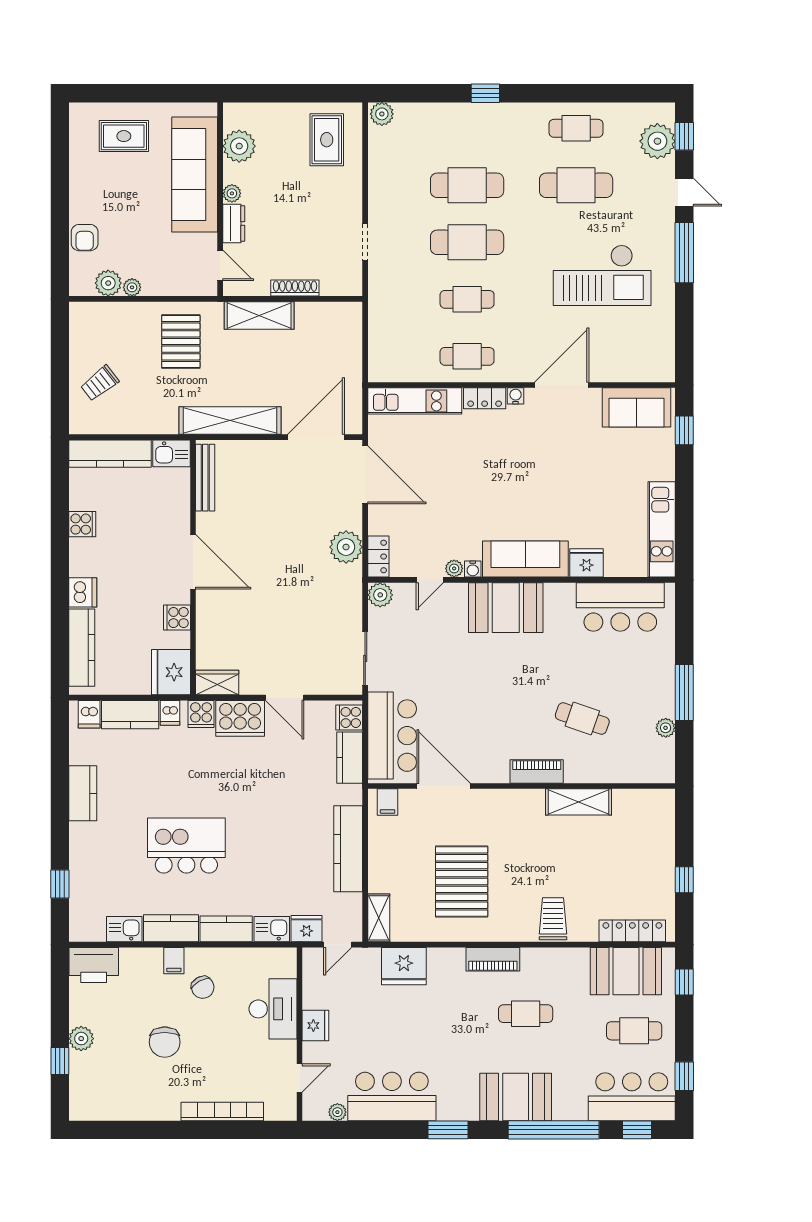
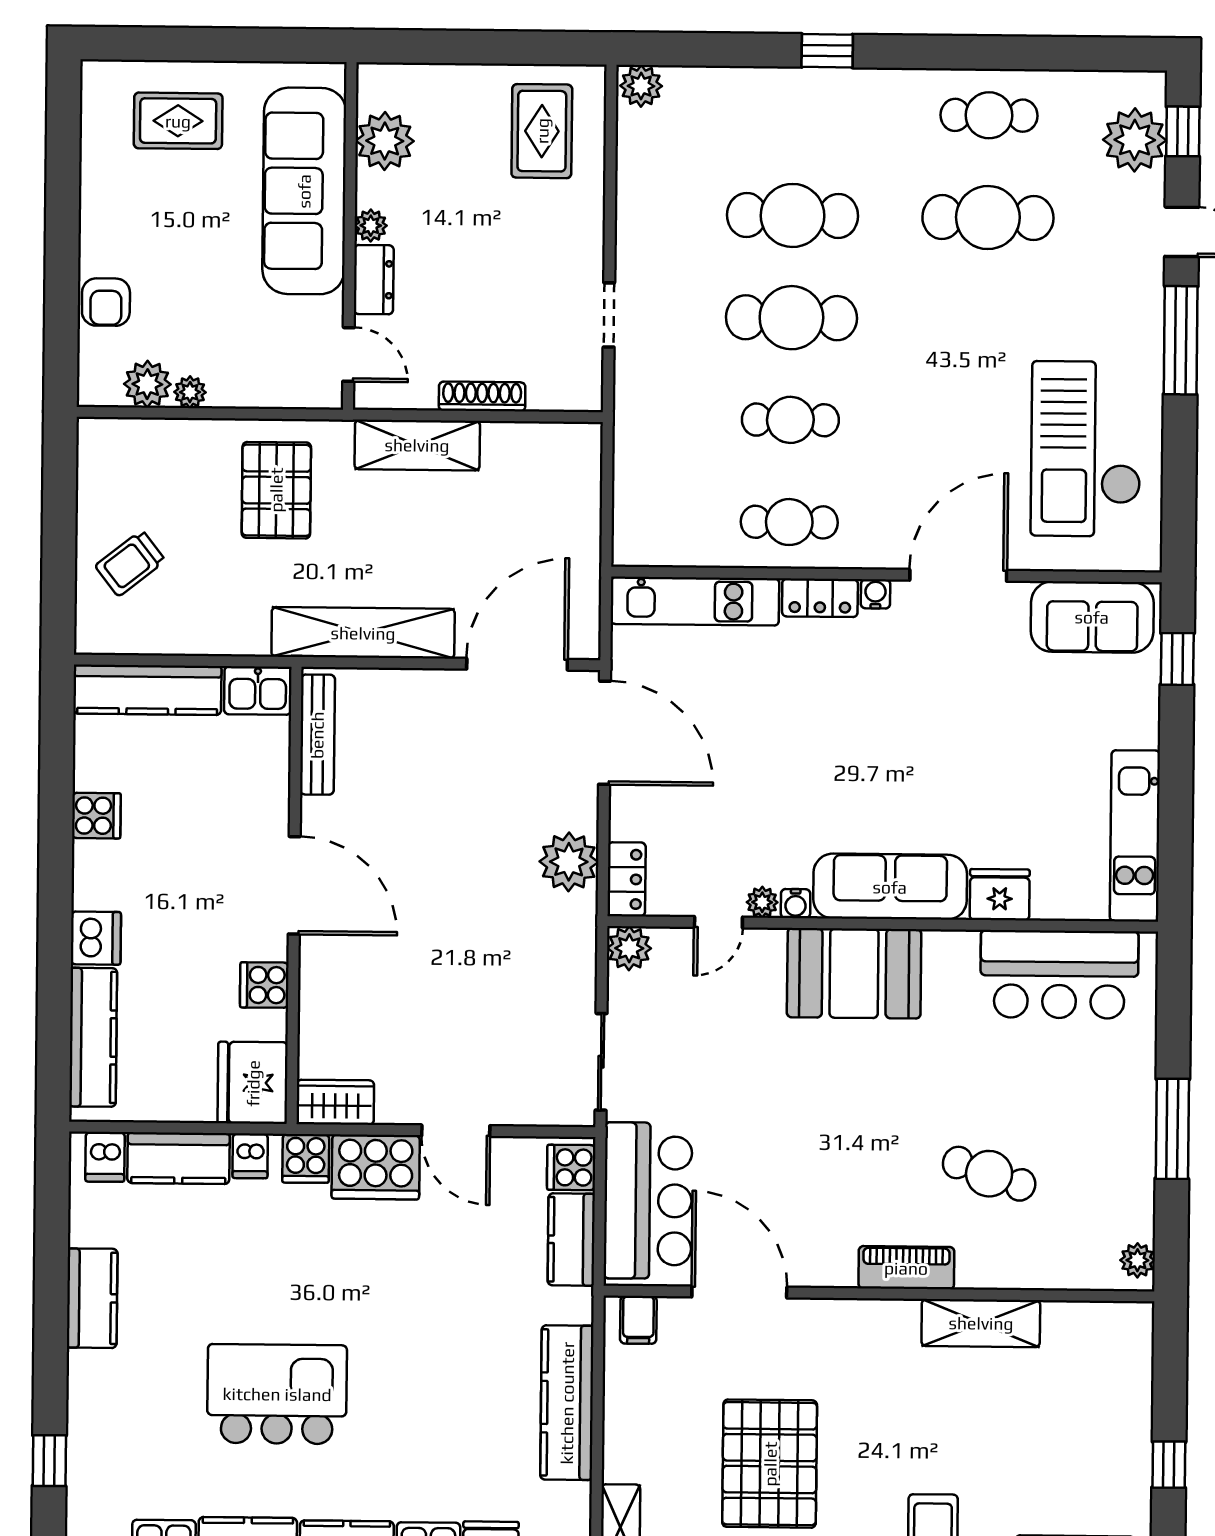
checkout: (602, 275) -> (1086, 449), moved, turned 90
plant: (666, 728) -> (1137, 1260), moved

